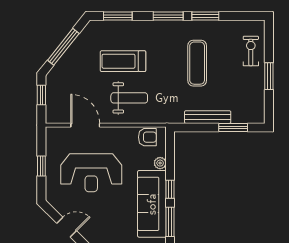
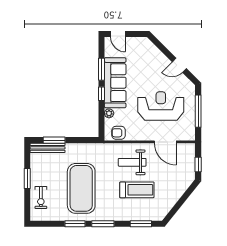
window: (63, 47) -> (182, 201), removed
exercise mat: (197, 63) -> (81, 188), width x2.00, depth x1.45
bench: (208, 117) -> (48, 148), moved
window: (41, 166) -> (198, 111), width x2.17

